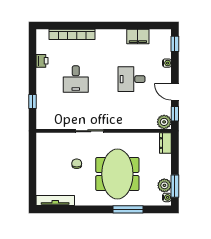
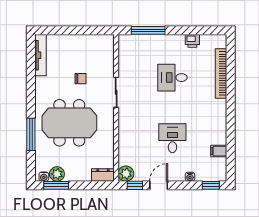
filing cabinet: (138, 37) -> (219, 151), width x0.50
window: (32, 102) -> (148, 30), width x2.17

